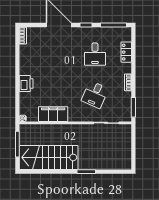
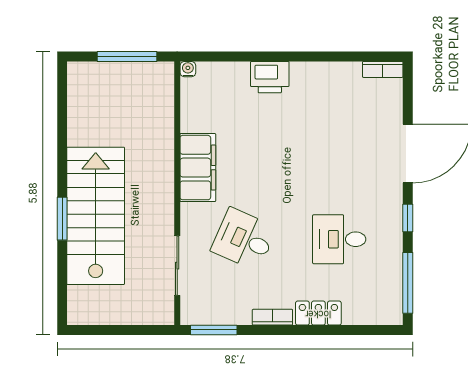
locker: (126, 52) -> (318, 313), moved
filing cabinet: (53, 114) -> (198, 168), moved
stairs: (49, 157) -> (96, 216), moved

